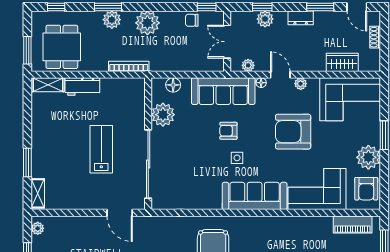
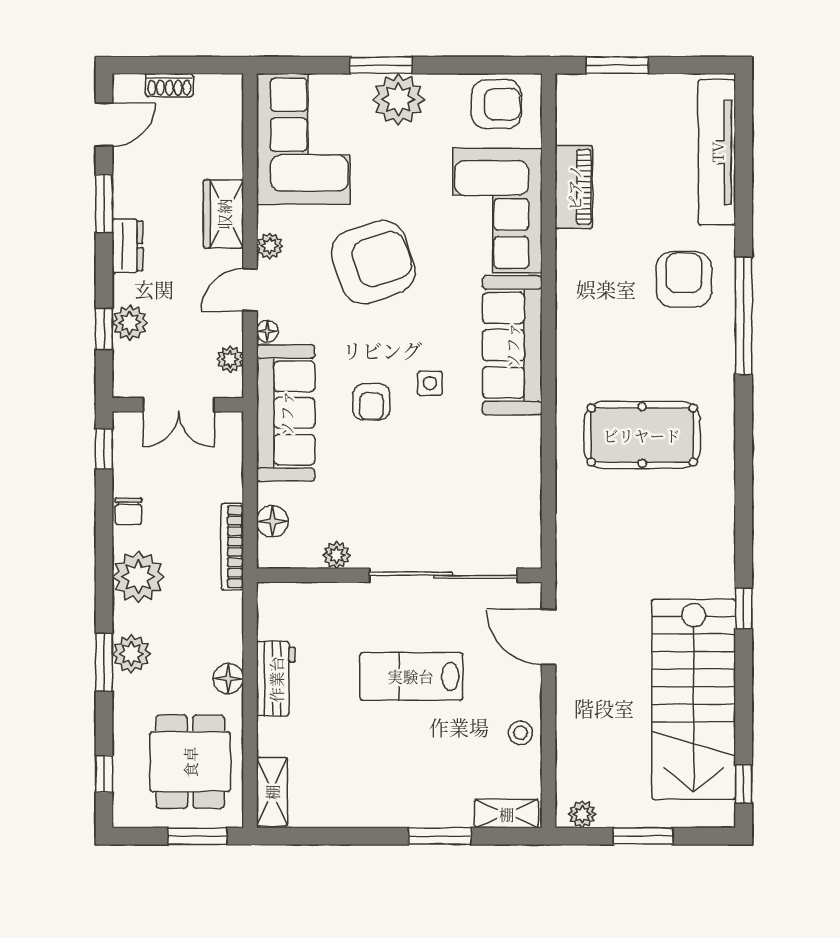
chair: (192, 20) -> (128, 511), moved
dining table: (62, 47) -> (190, 762), turned 90
wardrobe: (342, 62) -> (224, 214), moved
floor lamp: (100, 65) -> (228, 679), added
bookcase: (129, 66) -> (232, 547), moved
workbench: (82, 87) -> (276, 679), moved
plant: (163, 115) -> (337, 555), width x0.53, depth x0.53
armchair: (293, 132) -> (373, 262), turned -109
plant: (368, 157) -> (398, 99), moved
stool: (75, 200) -> (520, 733), added
door: (120, 213) -> (549, 637), swing flipped
piano: (353, 224) -> (574, 187), moved

